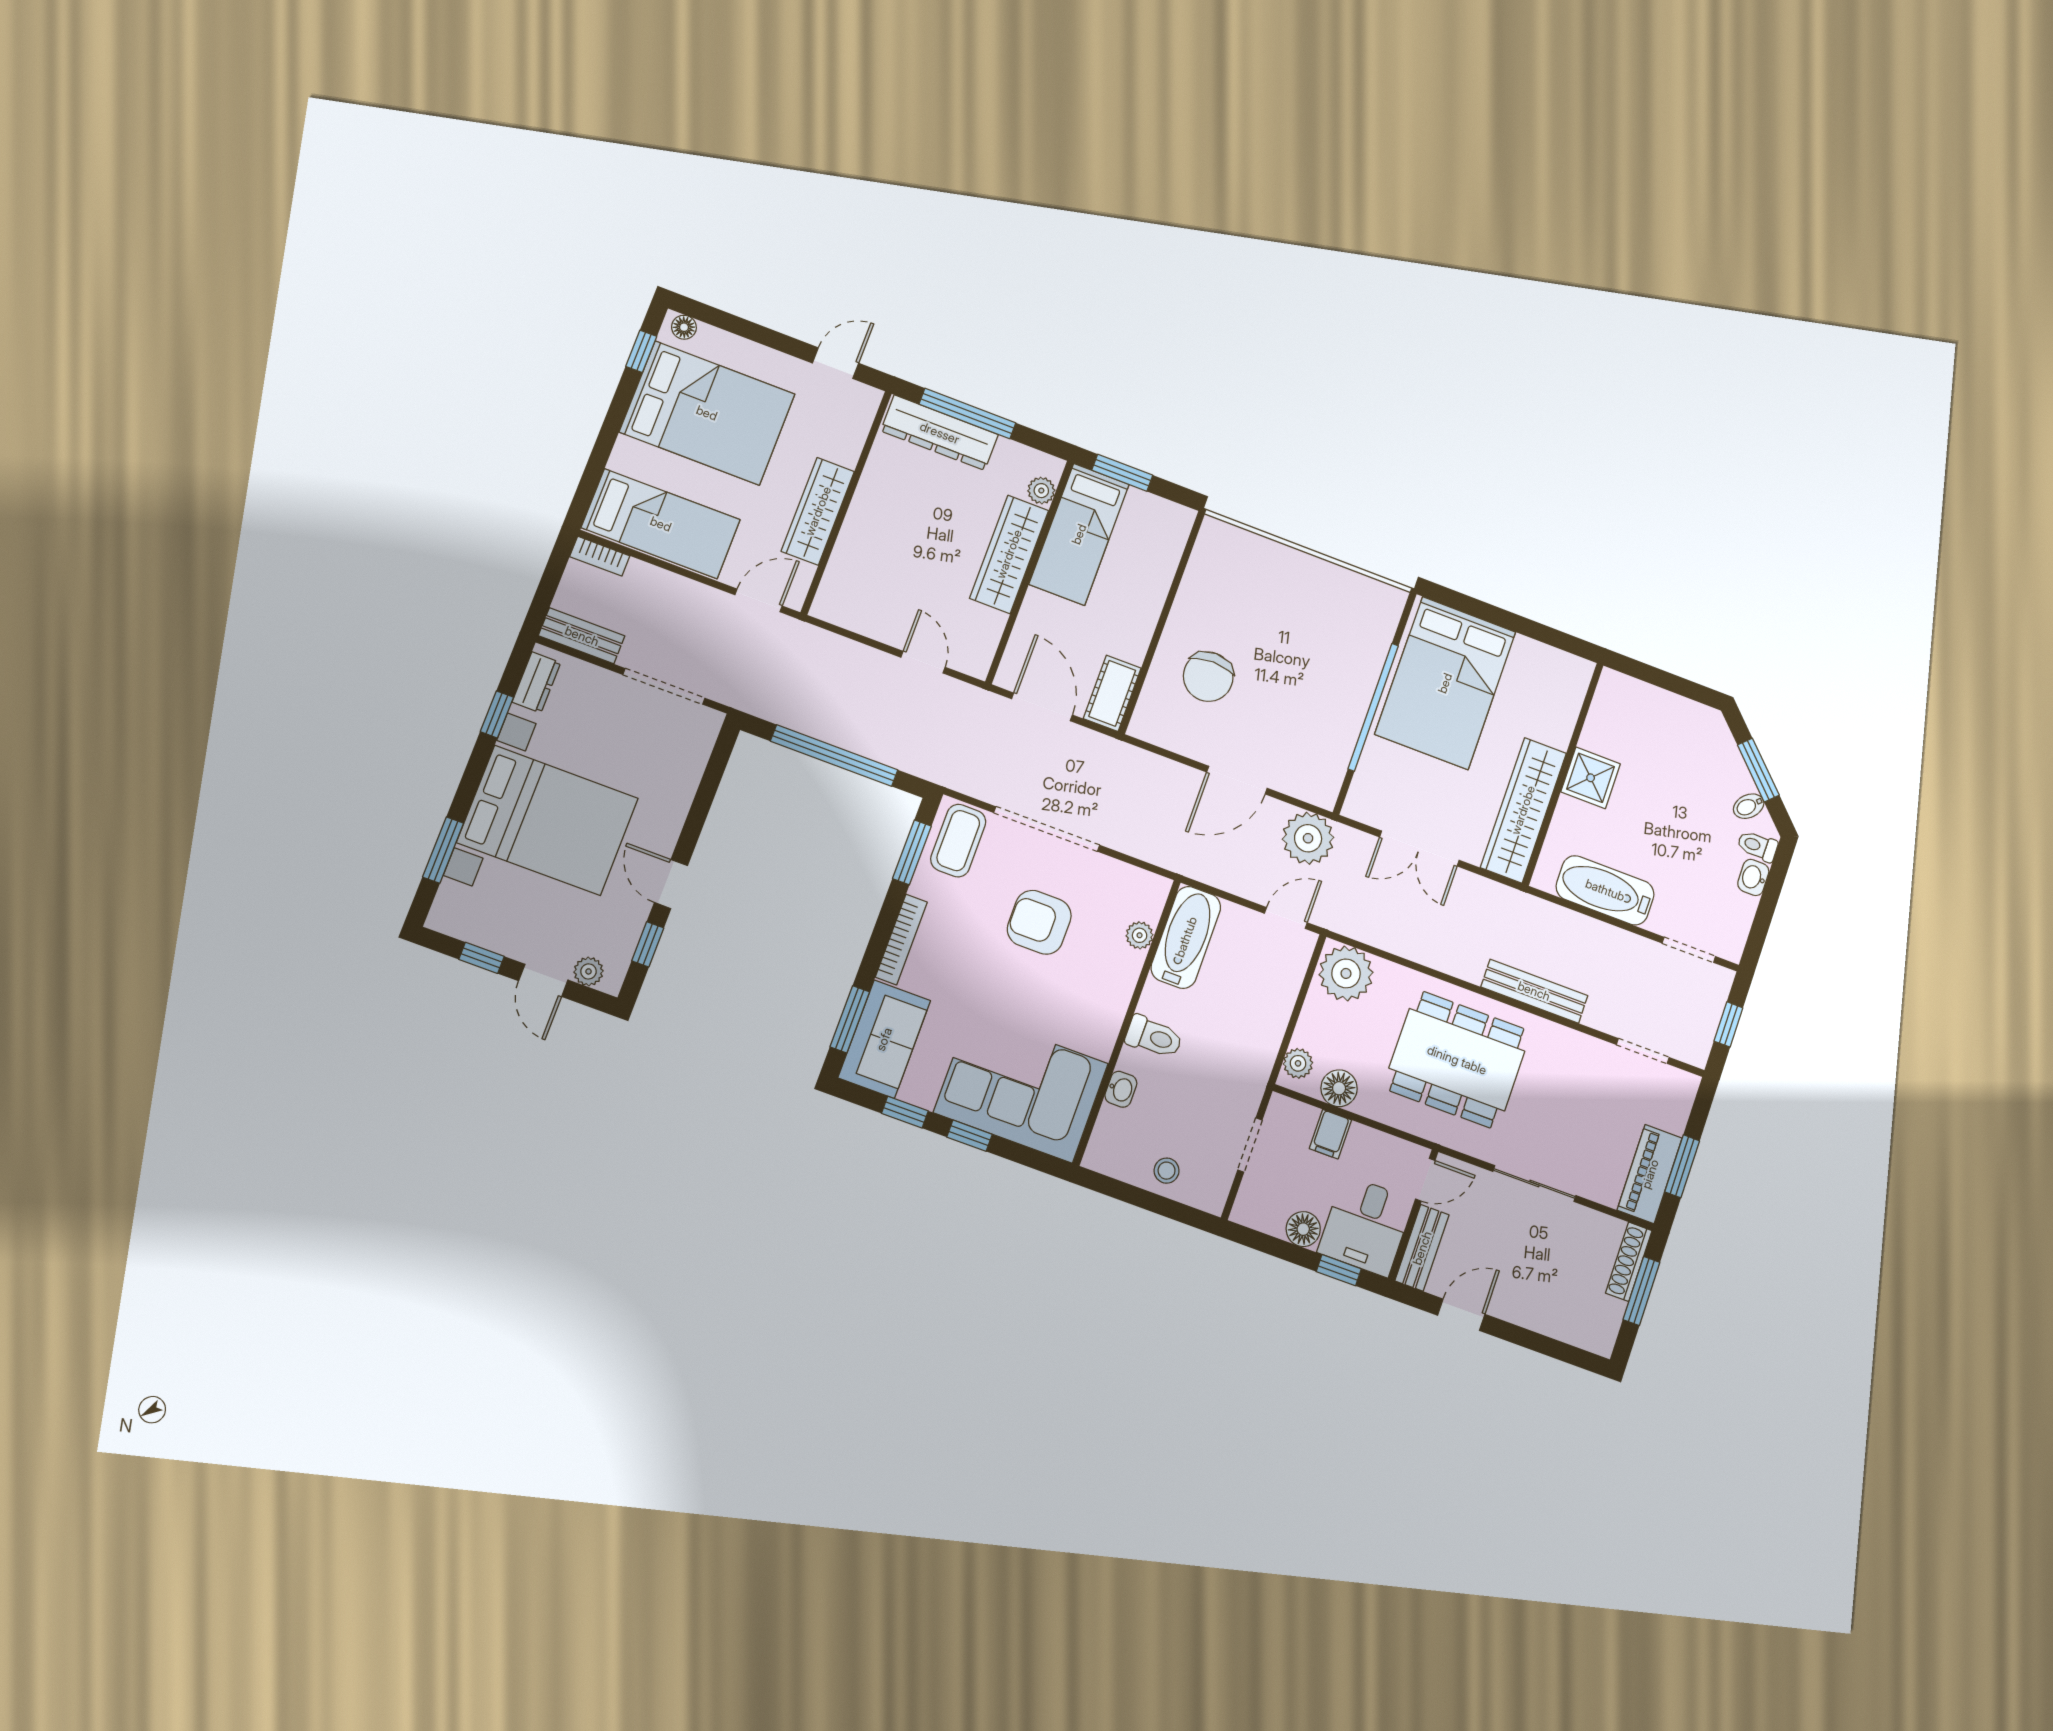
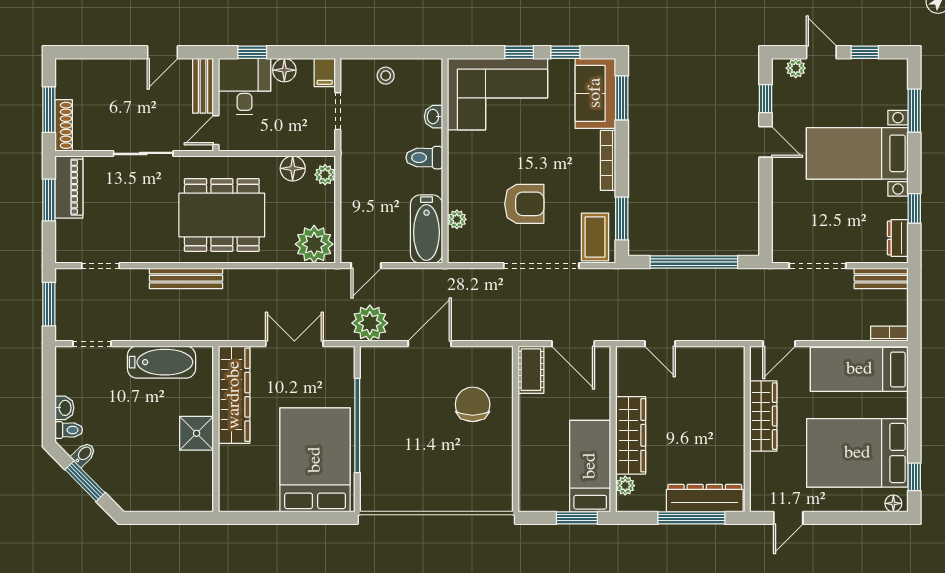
bed with nightstands: (547, 820) -> (857, 153), width x0.73
window: (1728, 1024) -> (49, 304), width x1.50
filing cabinet: (1330, 1134) -> (325, 73), moved, turned 180

